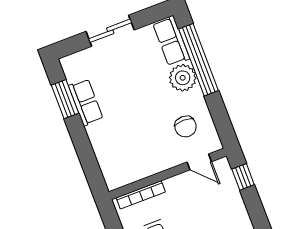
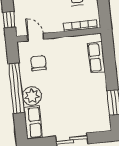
window: (199, 60) -> (16, 88), moved
row of seats: (86, 102) -> (96, 57), moved

